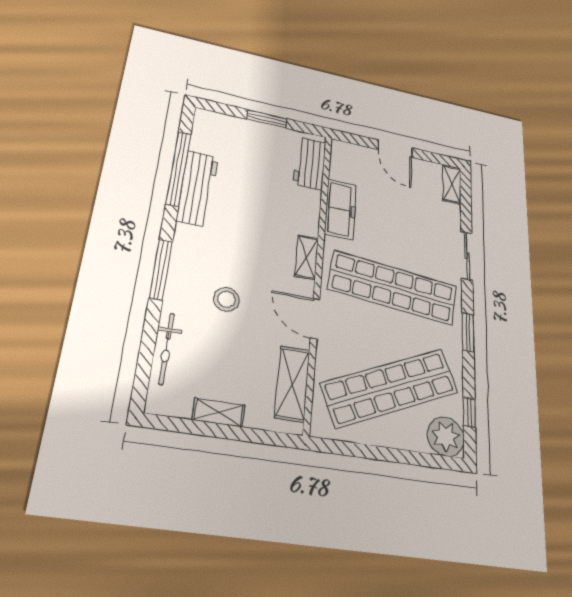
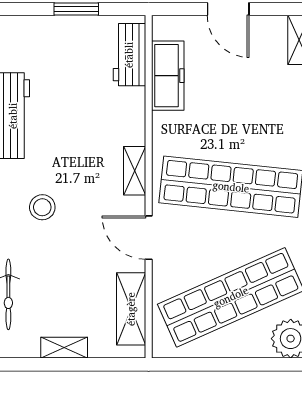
freezer: (340, 209) -> (168, 76), moved
stool: (226, 299) -> (42, 207), moved

